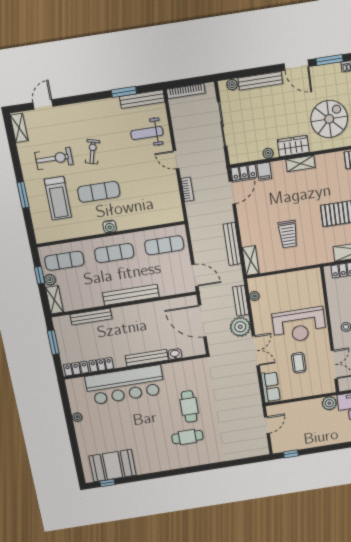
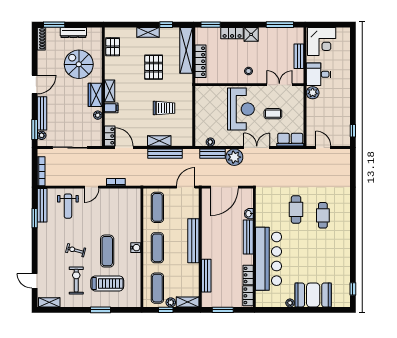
window: (330, 60) -> (35, 130), moved
filing cabinet: (264, 171) -> (111, 108), moved
shelving: (251, 261) -> (159, 141), moved
cafe table: (189, 406) -> (296, 209), turned 90
booth: (113, 466) -> (313, 295), moved, turned 90

